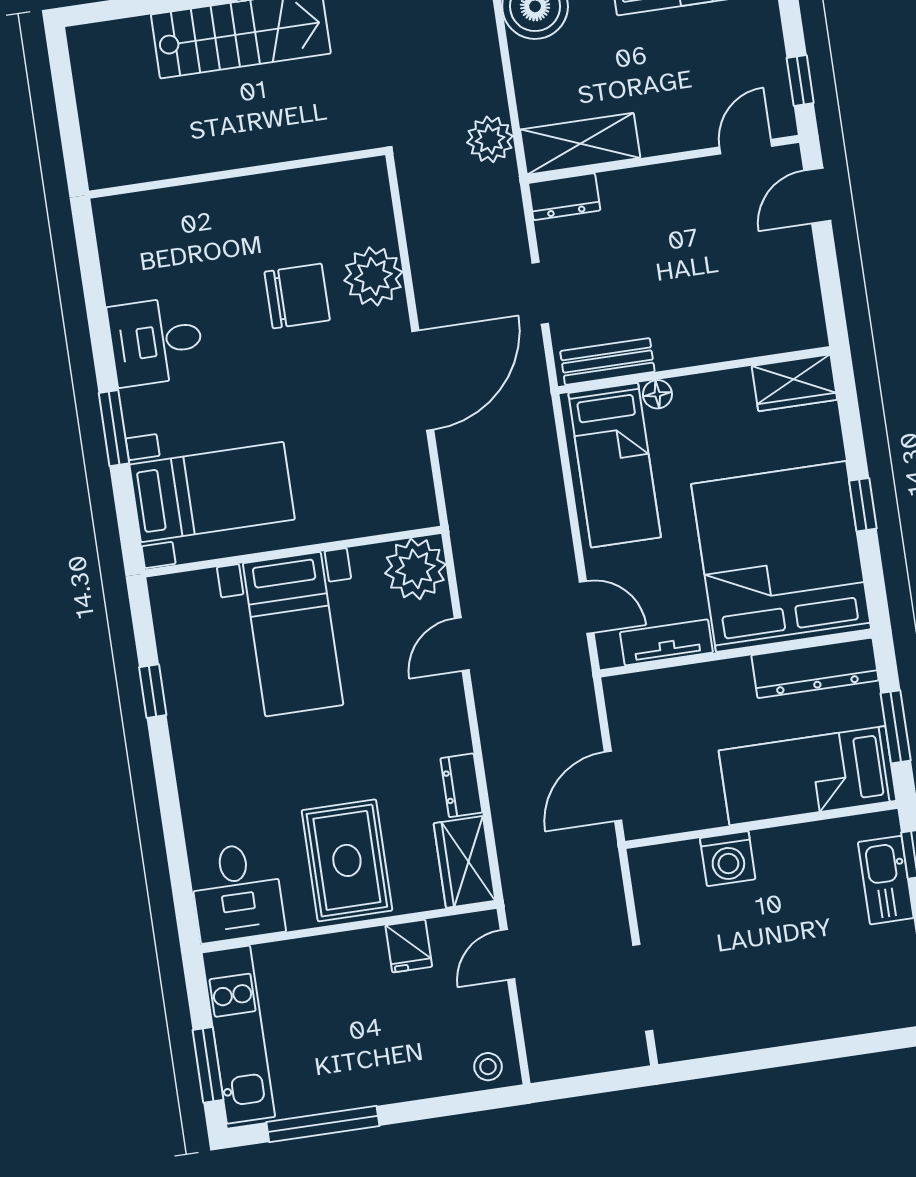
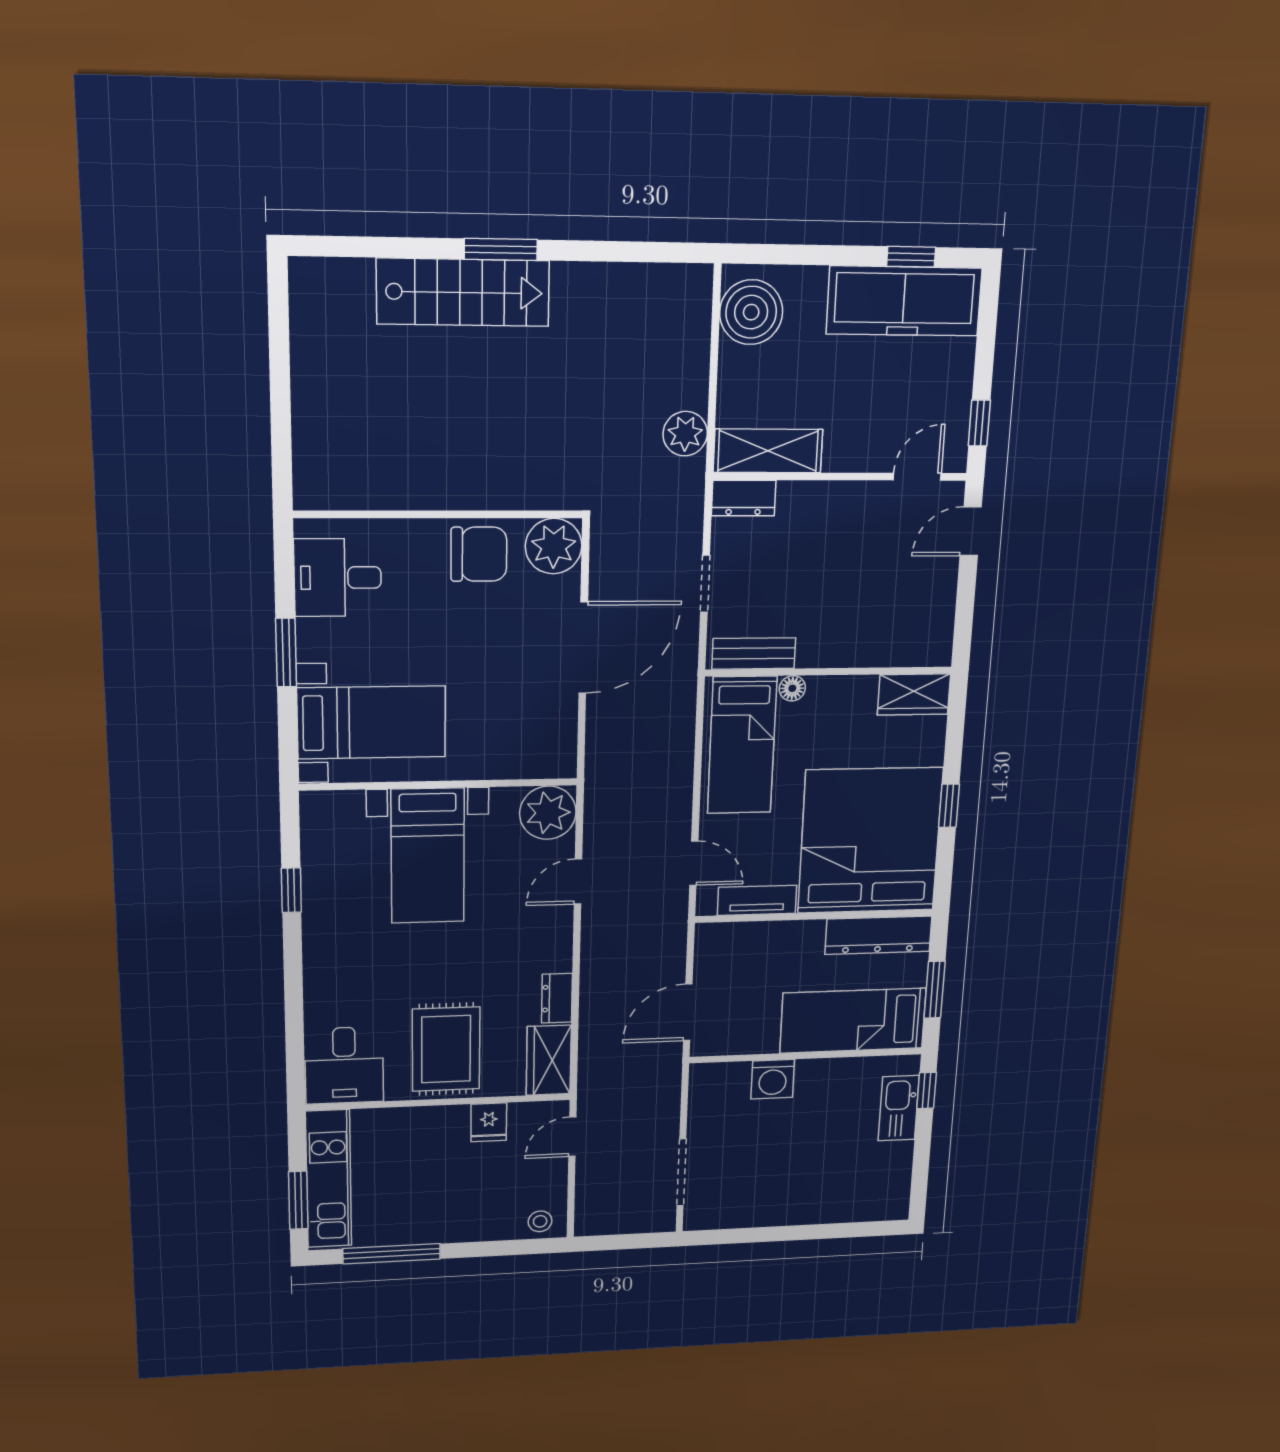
wall: (237, 173) -> (439, 514), moved

